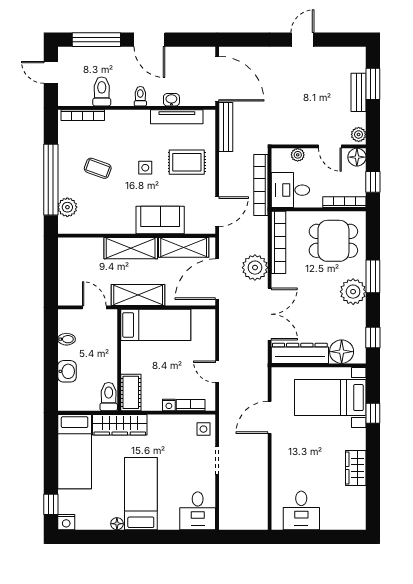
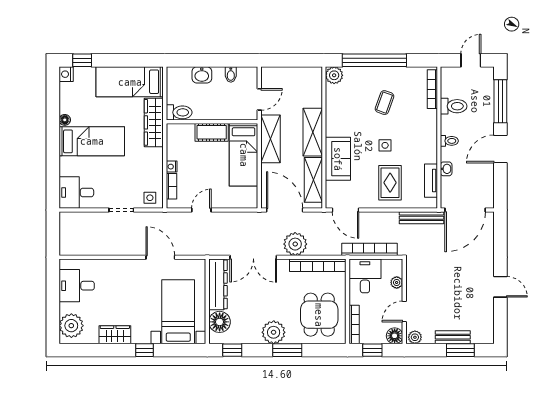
tv unit: (177, 117) -> (431, 181), width x0.71
plant: (67, 207) -> (334, 75), moved
cot: (131, 392) -> (212, 132), moved
window: (373, 413) -> (144, 350), moved
plant: (346, 516) -> (71, 326), added

